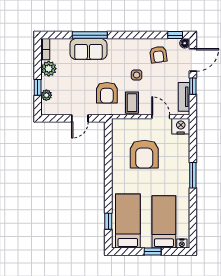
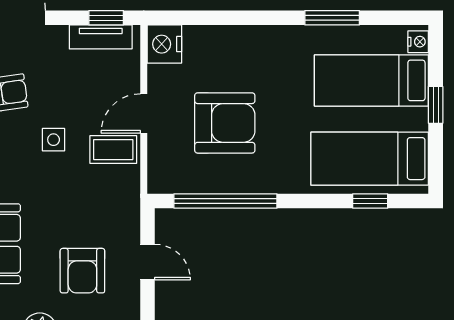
window: (193, 86) -> (106, 18), moved
armchair: (107, 93) -> (82, 271), moved, turned 90
door: (161, 117) -> (144, 113), moved
window: (108, 154) -> (225, 201), added
window: (193, 175) -> (332, 18), moved

